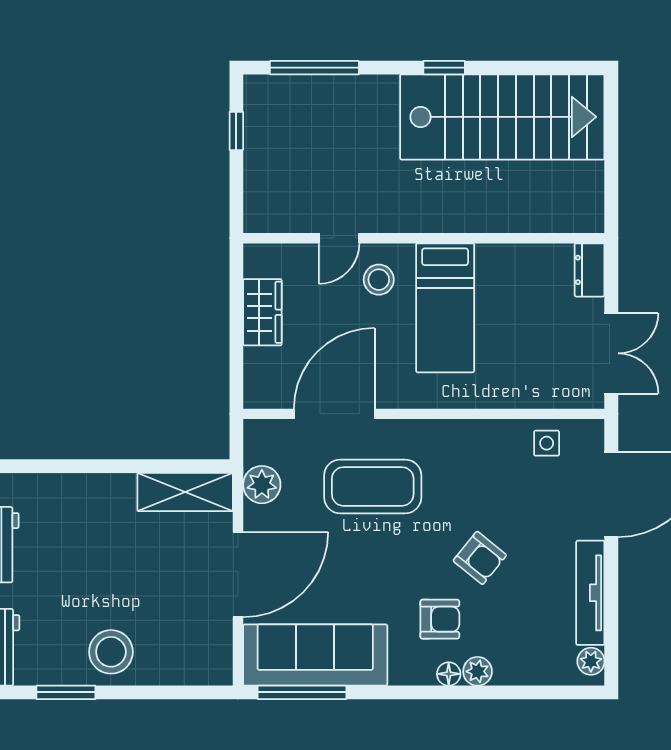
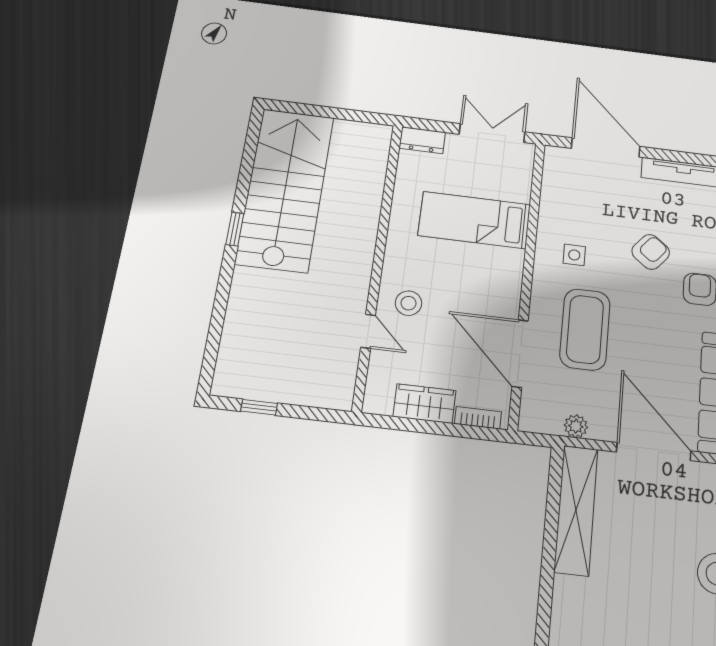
window: (314, 68) -> (215, 334), removed
bed: (445, 308) -> (474, 220), moved, turned 180
bookcase: (253, 374) -> (478, 418), added
side table: (547, 443) -> (574, 255), moved
plant: (262, 485) -> (576, 426), width x0.73, depth x0.73
shelving: (185, 492) -> (576, 510), width x1.47

